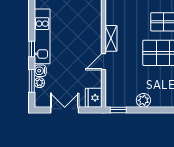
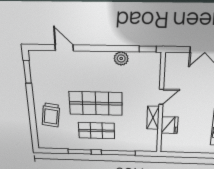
fridge: (94, 98) -> (170, 125), moved

